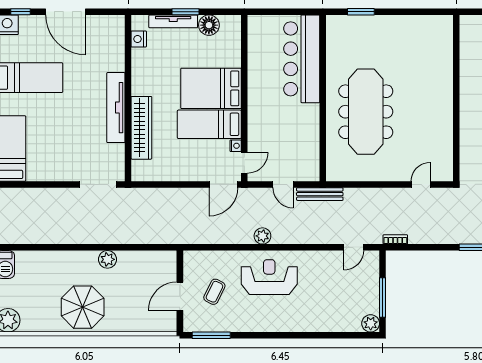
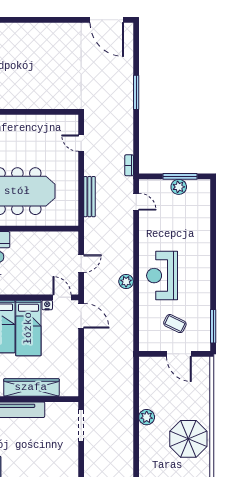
bench: (320, 194) -> (89, 197), moved
plant: (371, 323) -> (179, 187), moved

